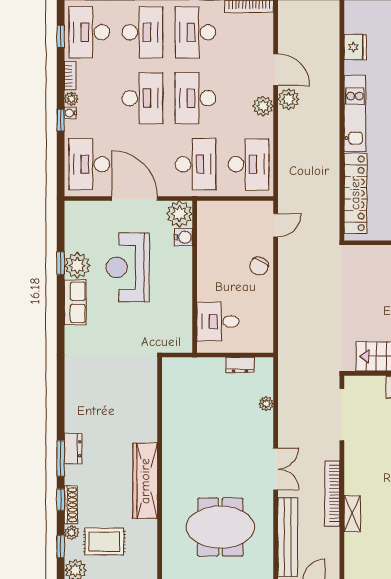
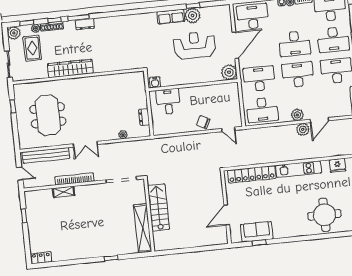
desk: (195, 164) -> (259, 79), turned 180
water cooler: (183, 237) -> (155, 82), moved

